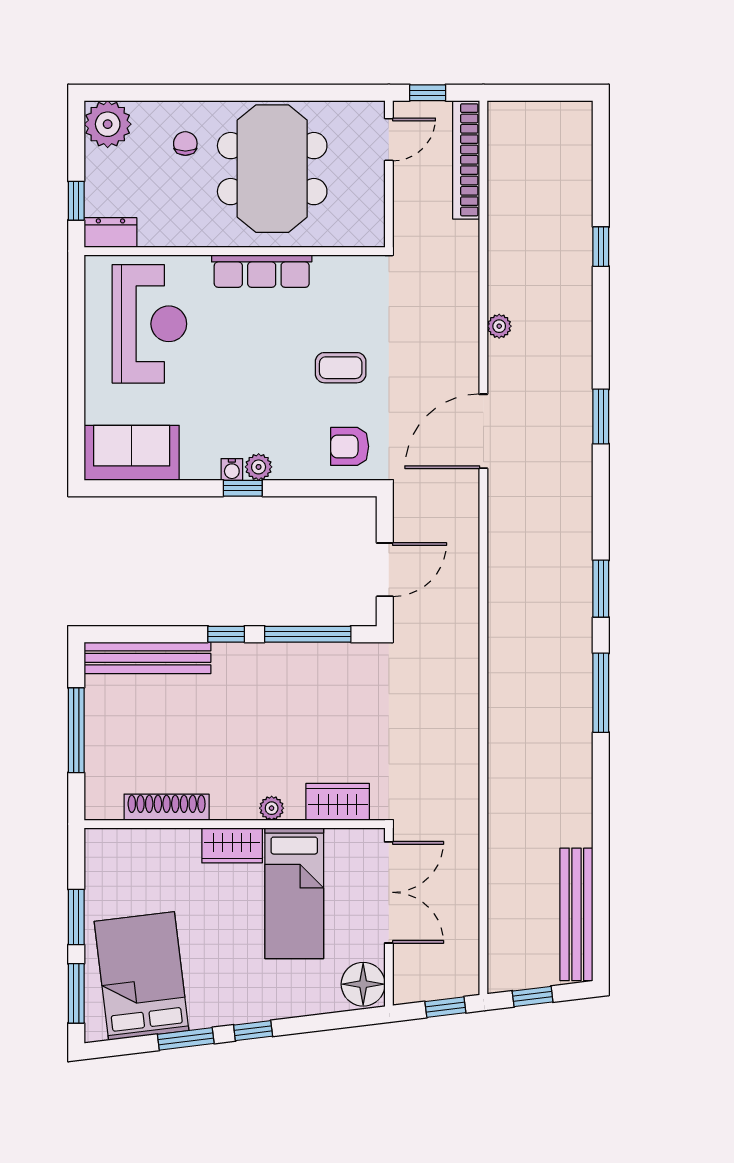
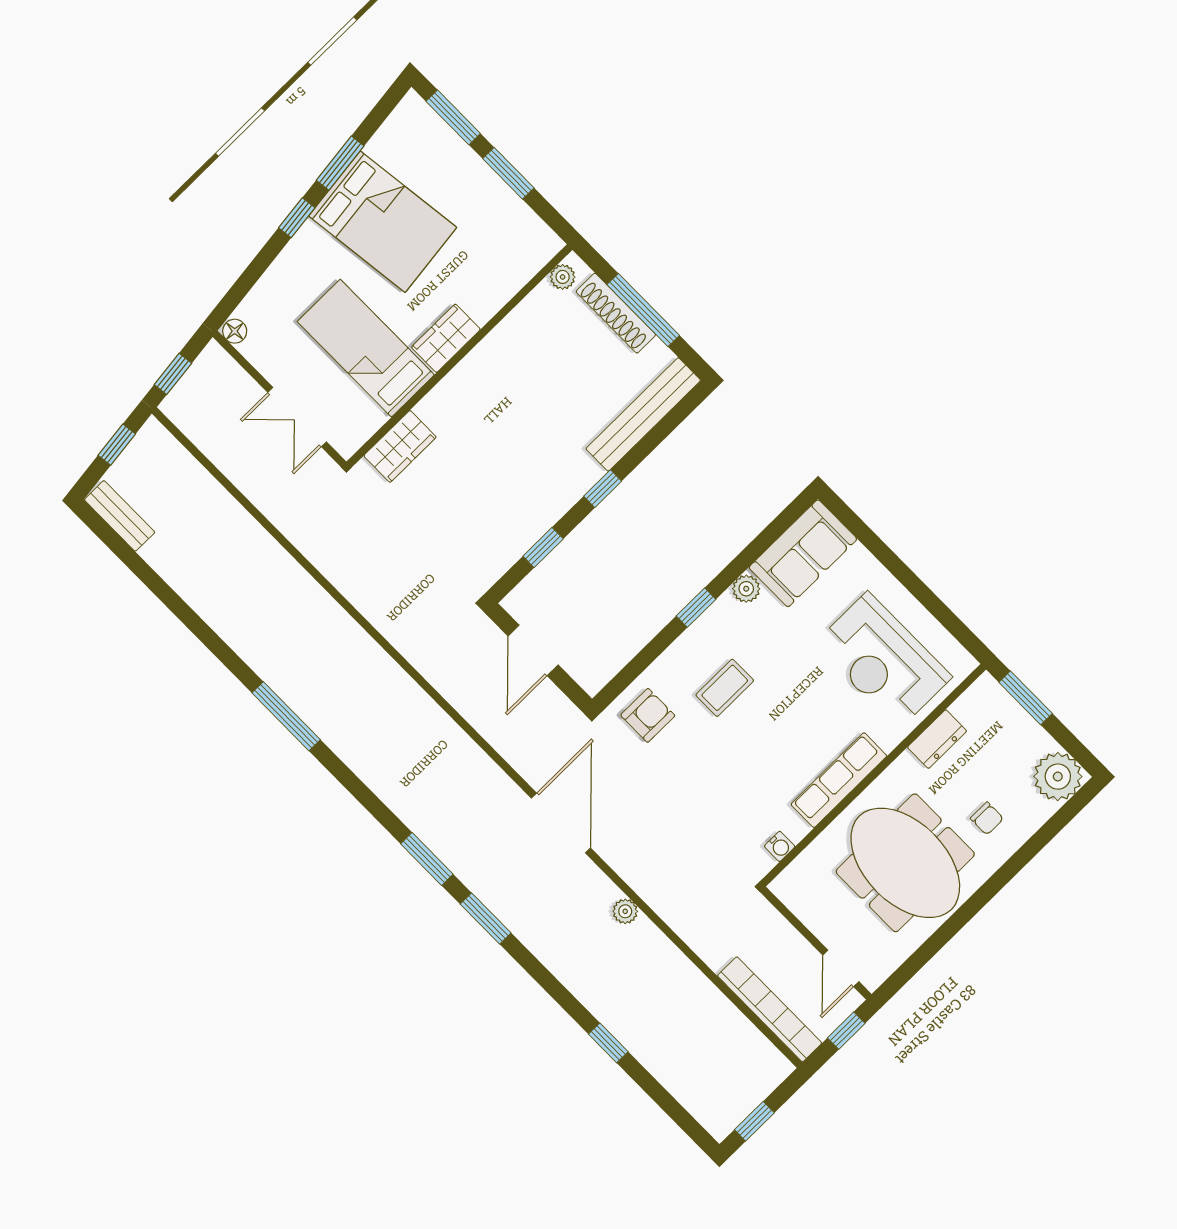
window: (553, 93) -> (754, 1121), added
window: (76, 201) -> (1026, 698), width x1.50
dresser: (110, 232) -> (937, 739), moved
coffee table: (341, 368) -> (725, 688), moved
plant: (259, 467) -> (746, 589), moved
water cooler: (232, 469) -> (780, 846), moved, turned 180
window: (601, 589) -> (427, 859), moved
window: (308, 634) -> (543, 547), width x0.46
shoe rack: (167, 807) -> (616, 313), moved, turned 90
plant: (272, 808) -> (563, 277), moved
double door: (389, 892) -> (297, 417), width x0.73
bench: (576, 914) -> (120, 516), width x0.54, depth x0.82
bed: (141, 976) -> (383, 222), moved
floor lamp: (363, 984) -> (235, 331), width x0.53, depth x0.53

